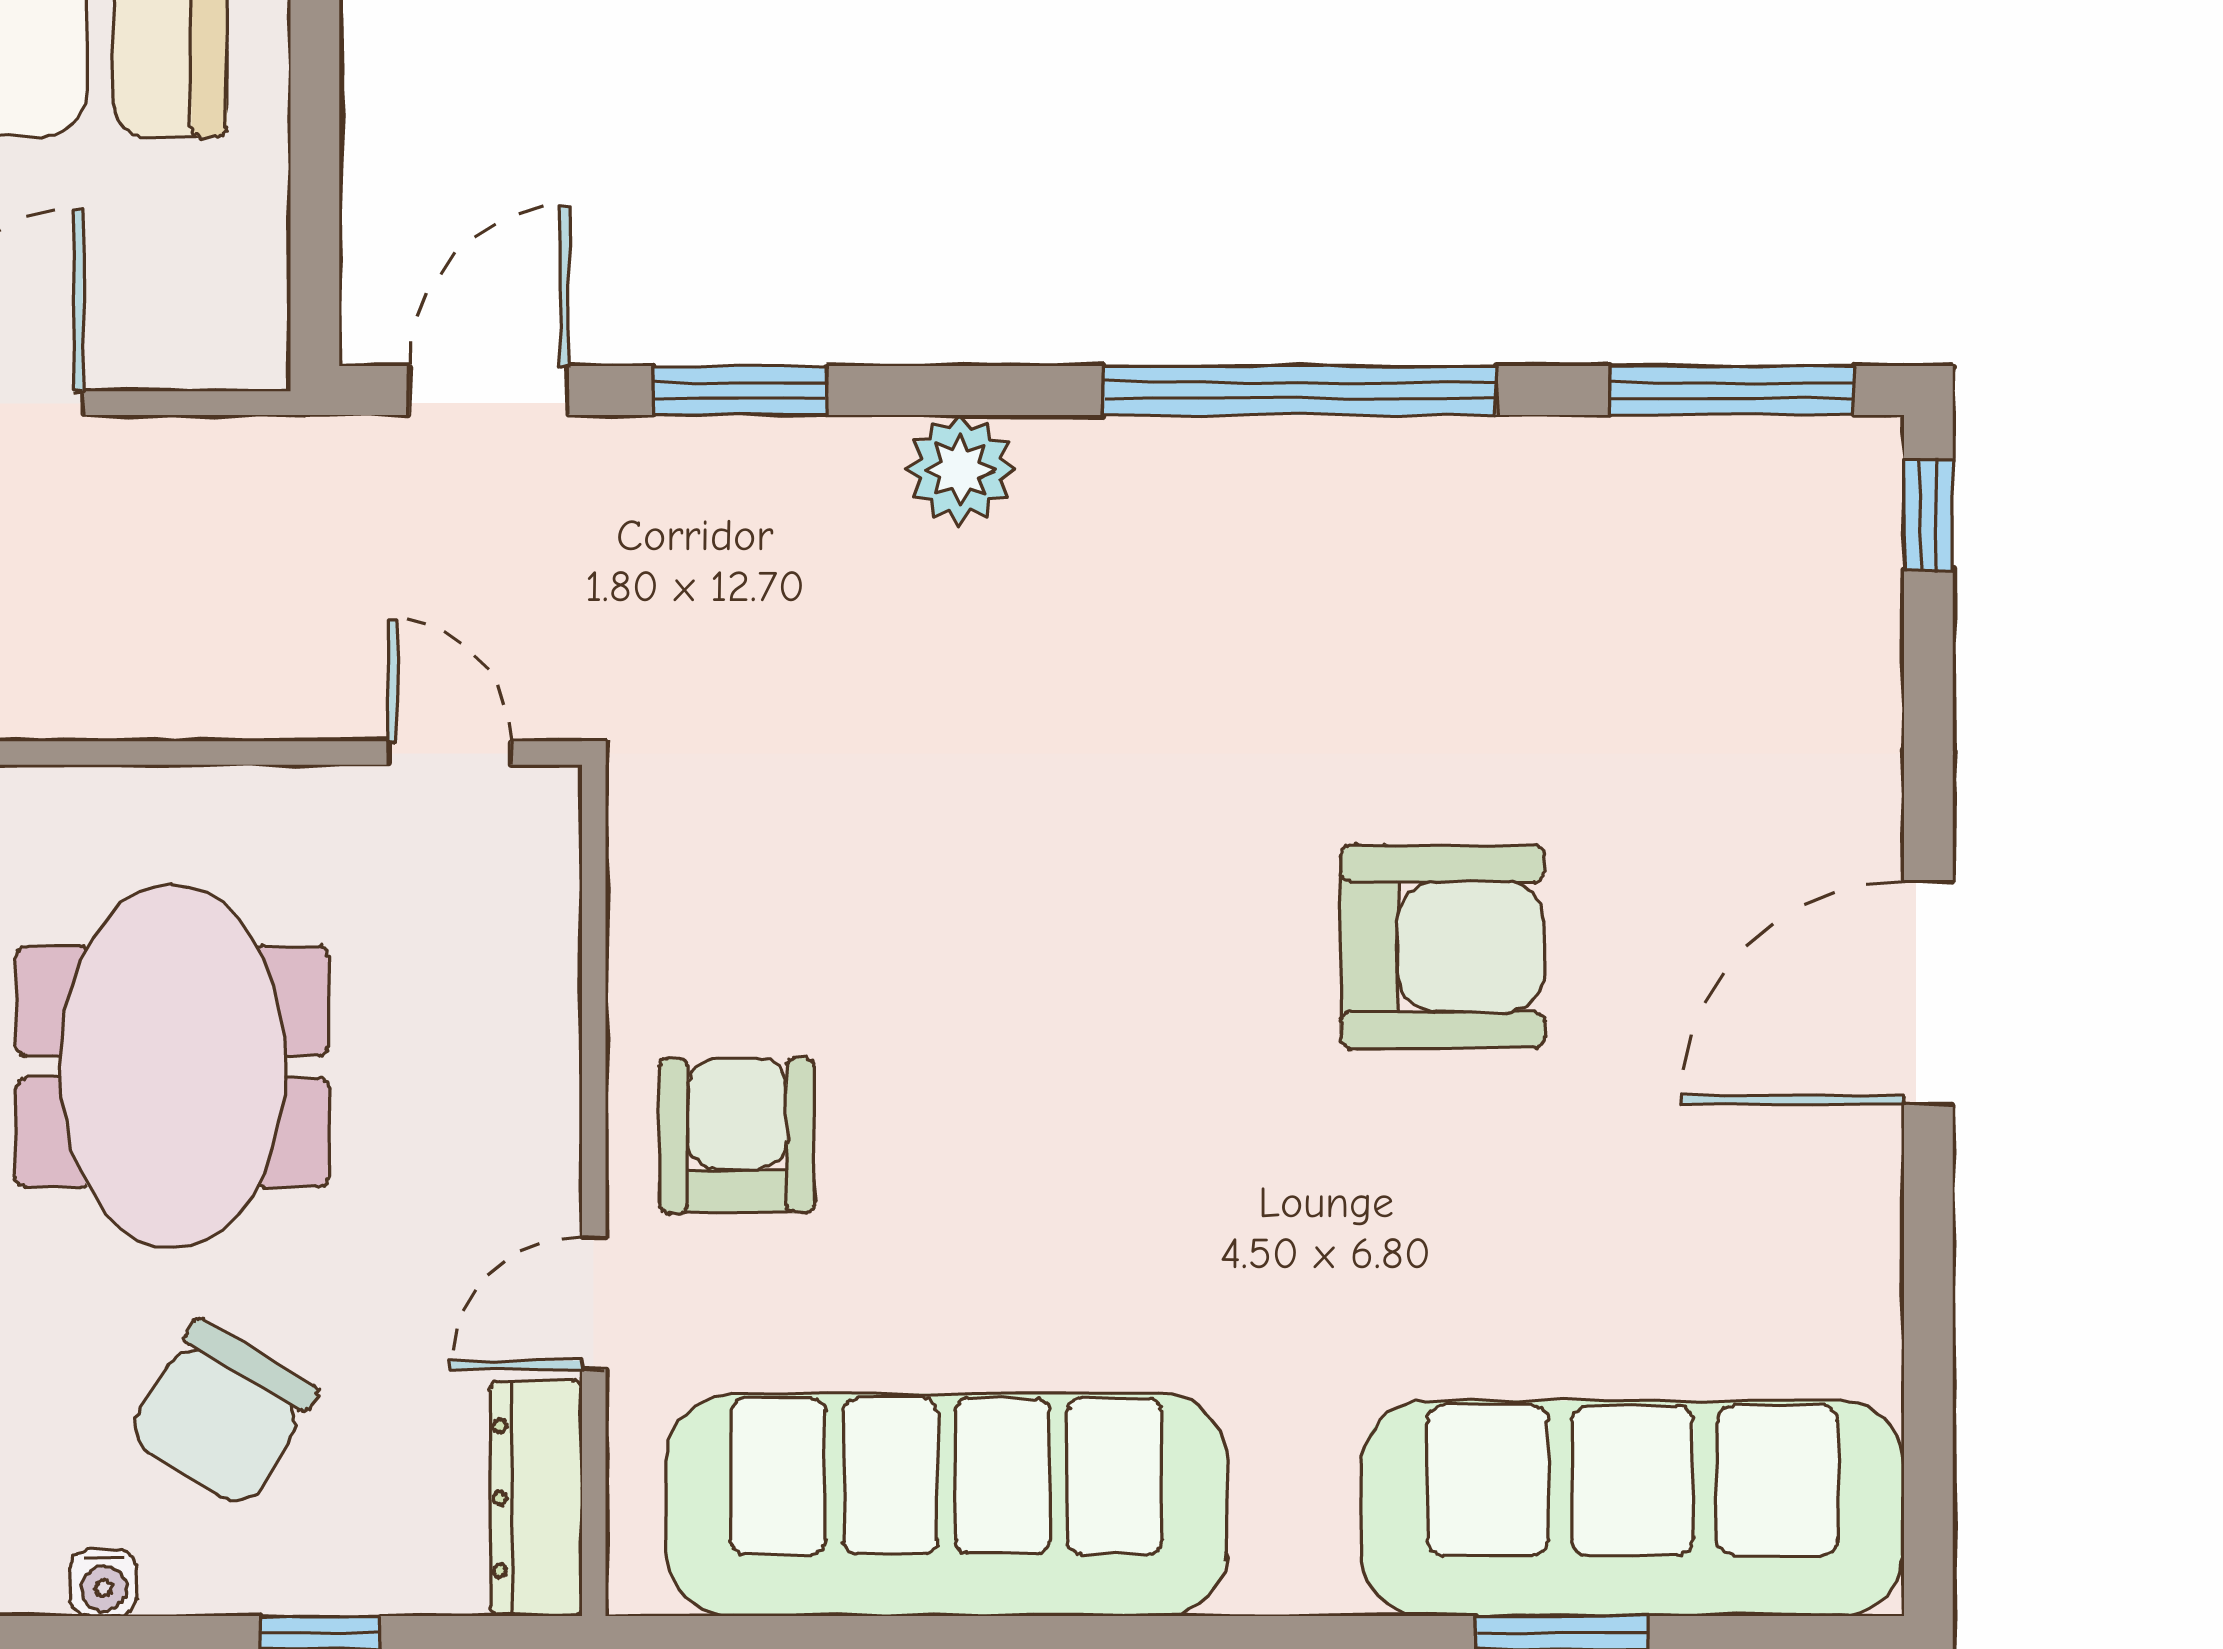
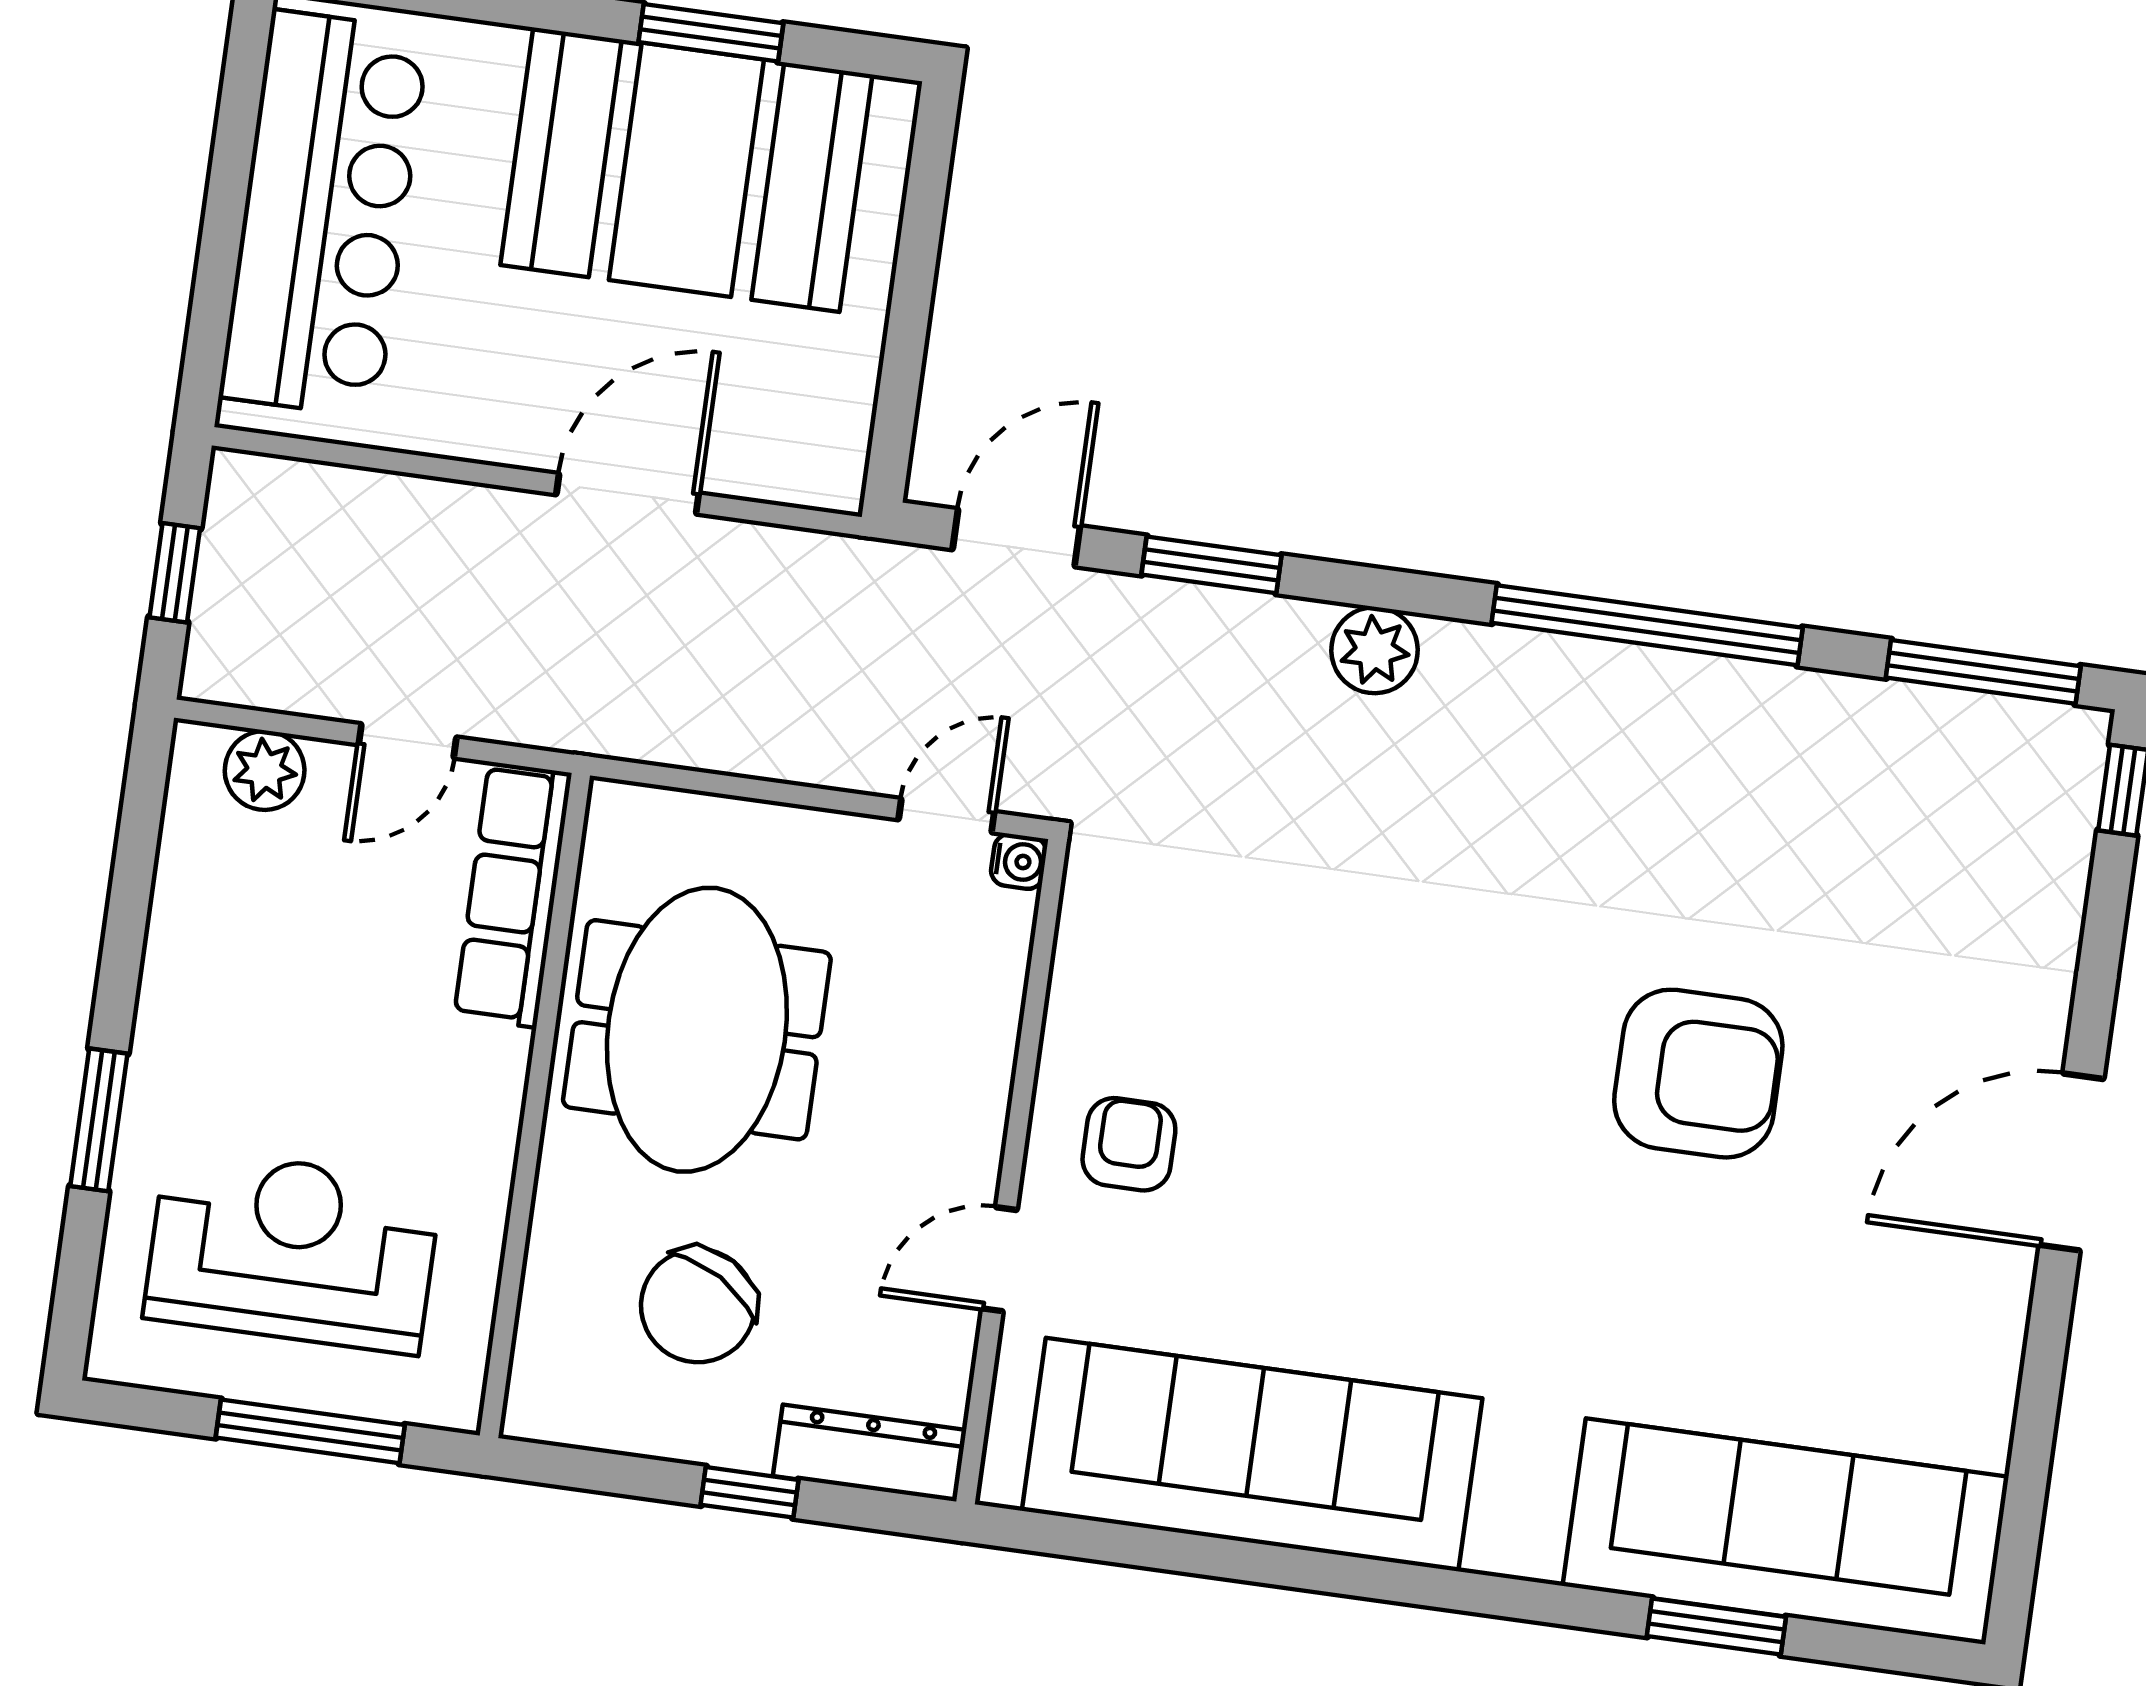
door: (450, 753) -> (946, 816), hinge flipped
armchair: (737, 1135) -> (1129, 1144), width x0.72, depth x0.72
dresser: (536, 1498) -> (870, 1453), moved, turned 90
water cooler: (104, 1583) -> (1019, 861), moved, turned -90

